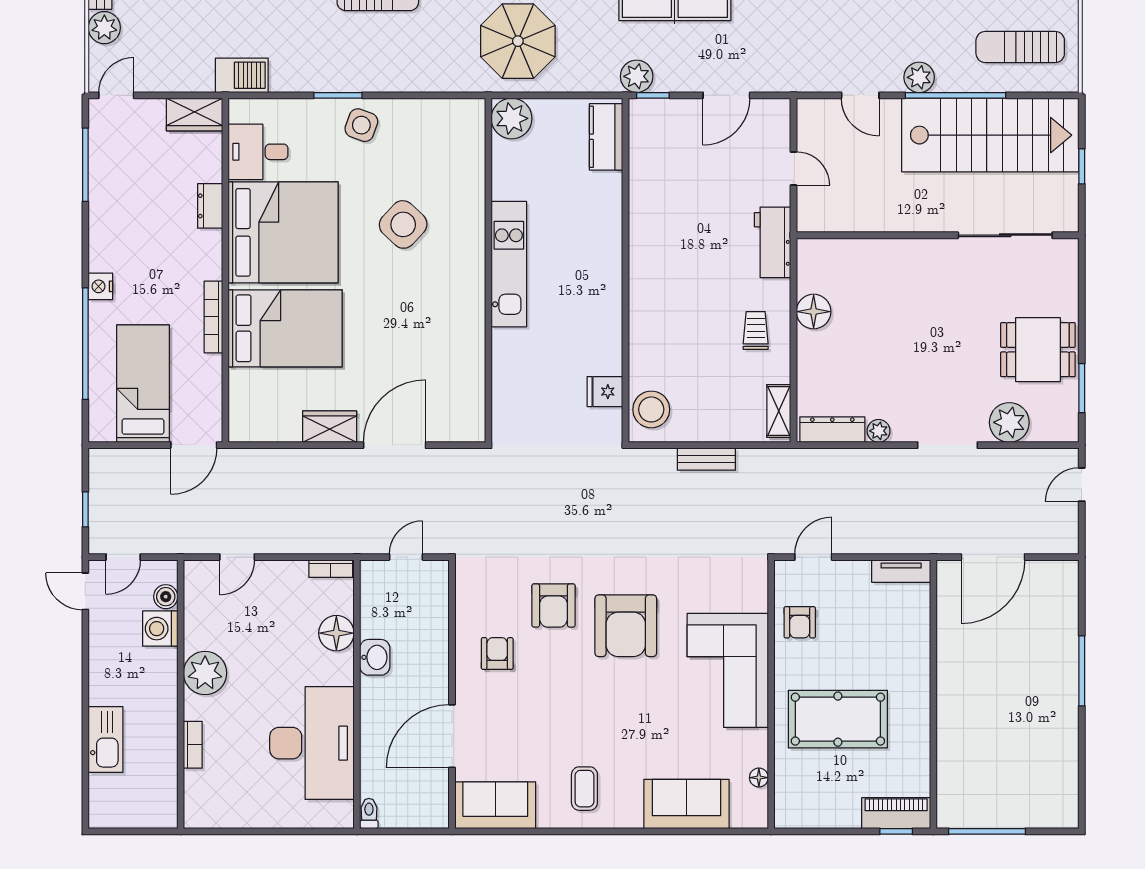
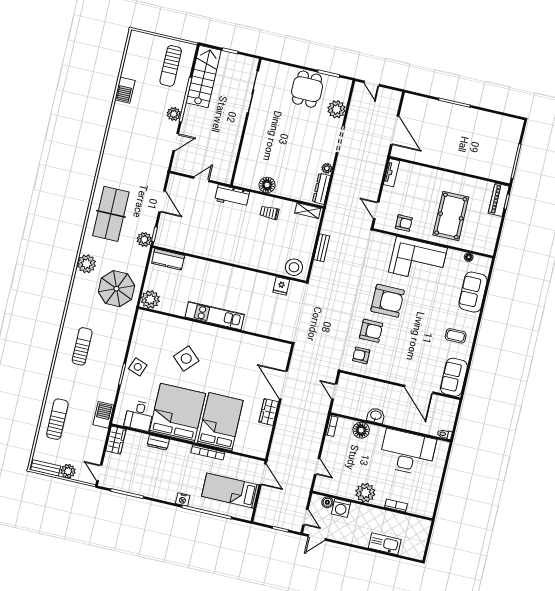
stairs: (990, 135) -> (204, 76), width x0.73, depth x0.66
armchair: (497, 653) -> (361, 355), moved

